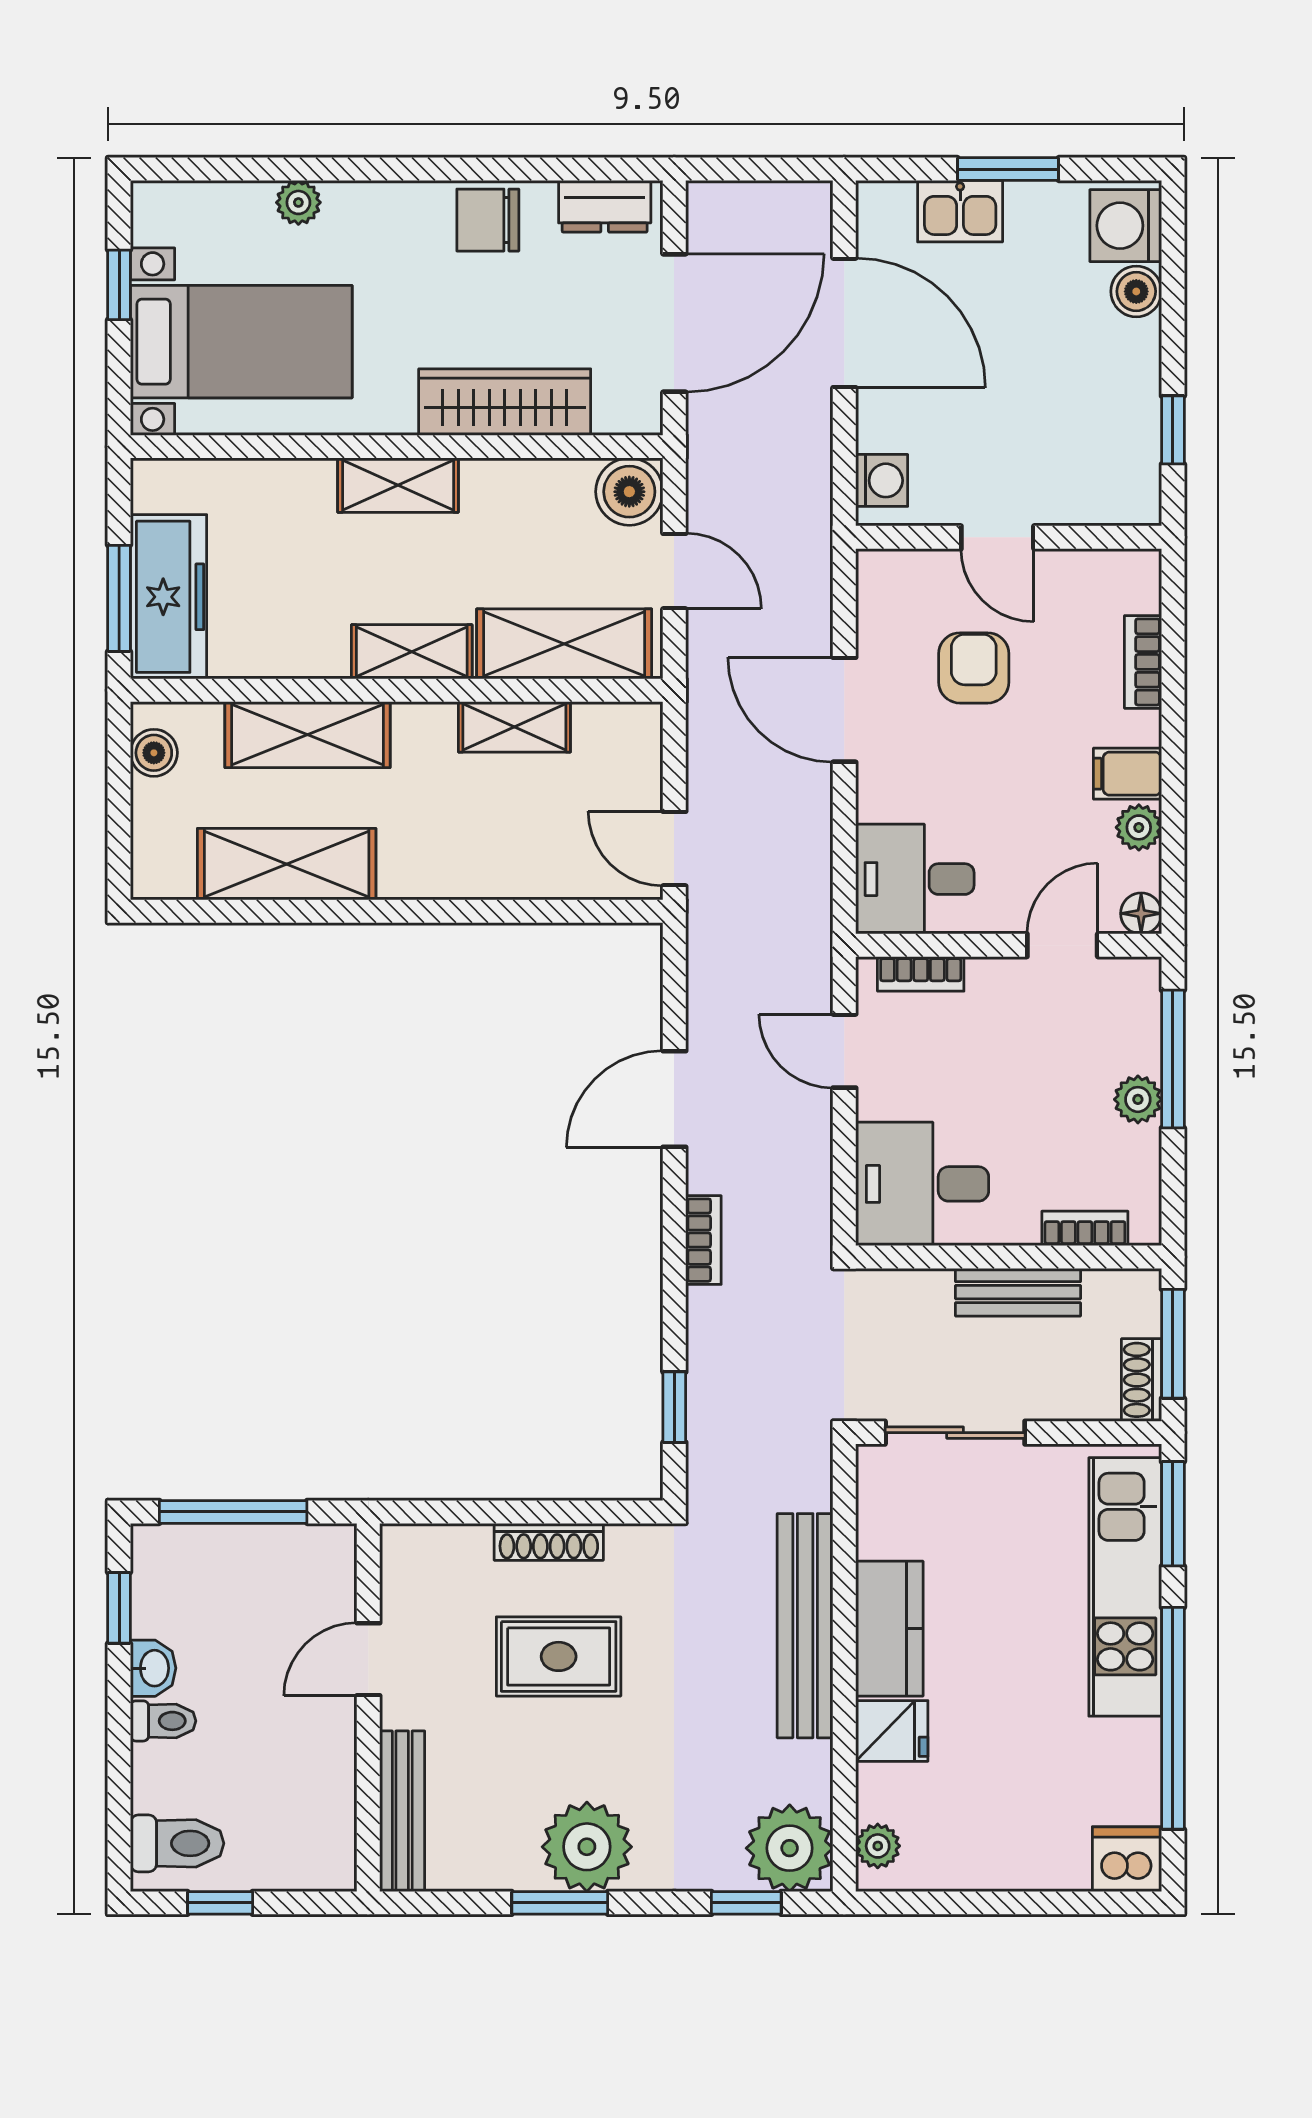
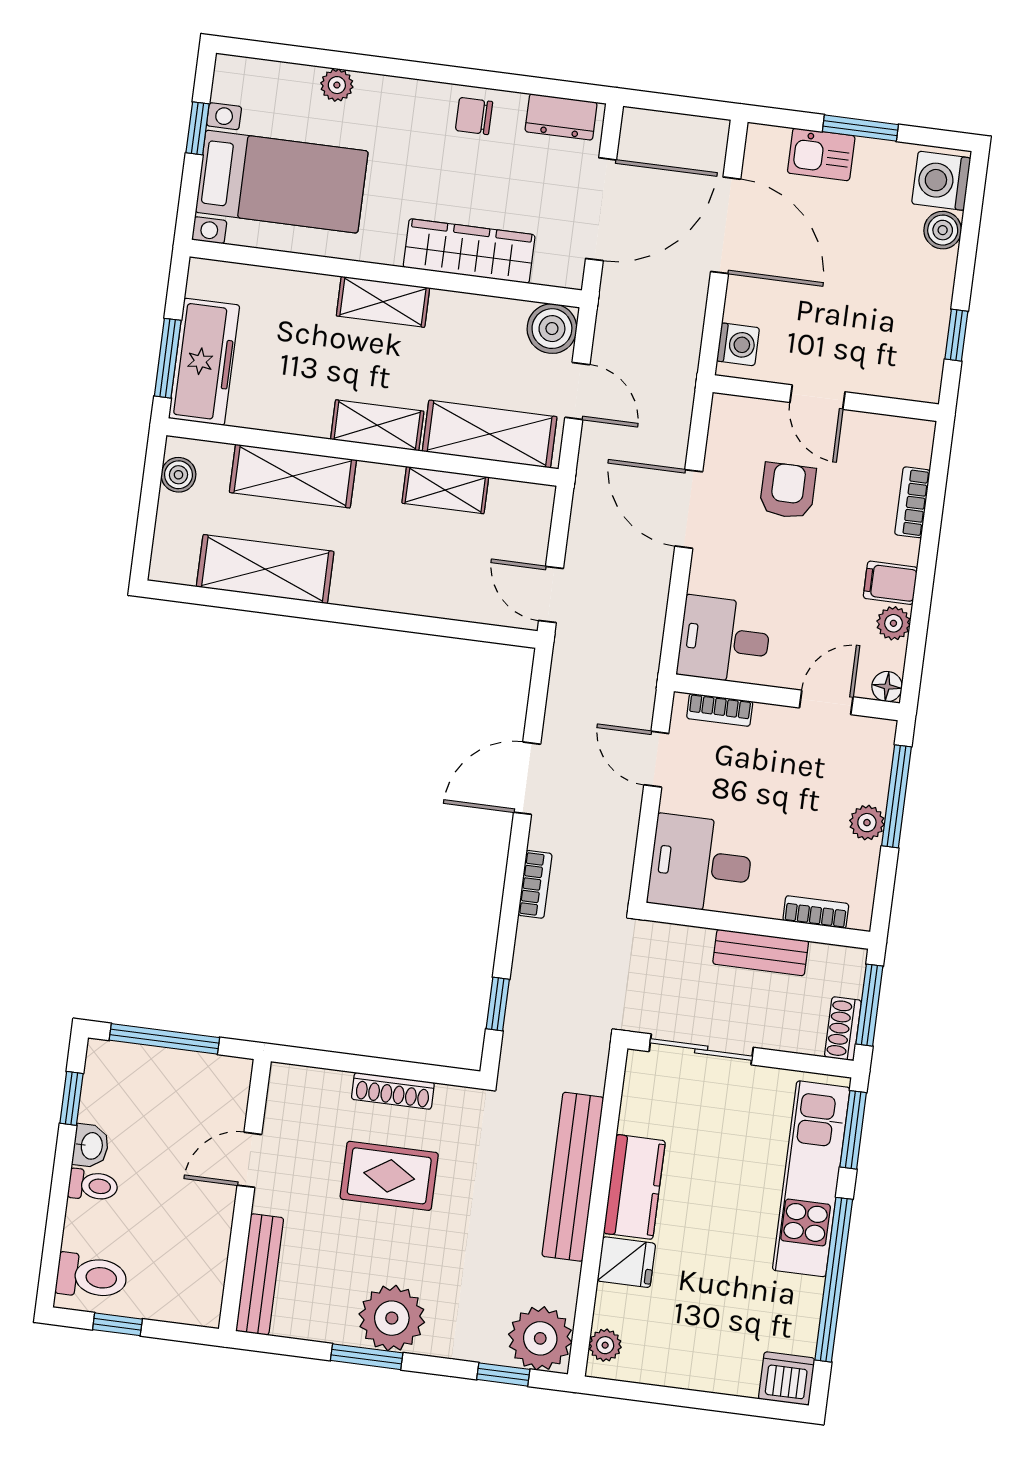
chair: (488, 220) -> (474, 116), width x0.73, depth x0.73

